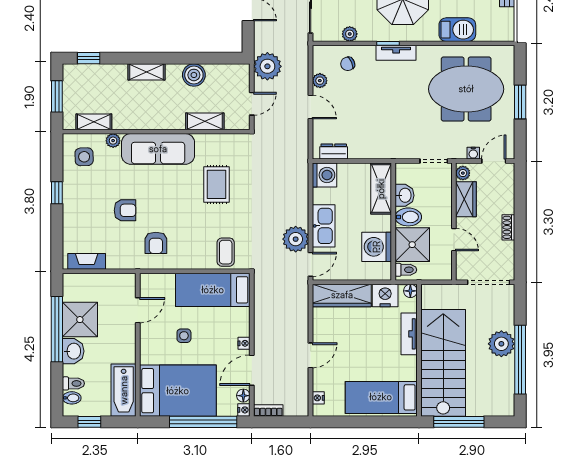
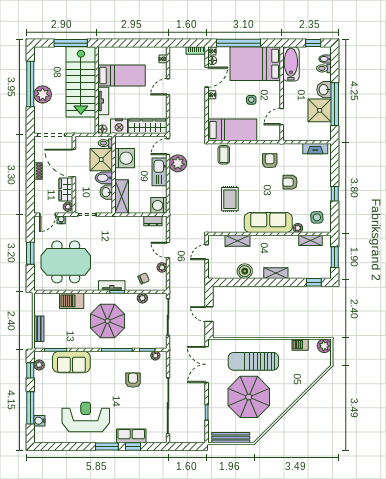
plant: (267, 66) -> (196, 277), removed
door: (454, 240) -> (74, 163), width x1.88
bed: (381, 397) -> (122, 76), moved

